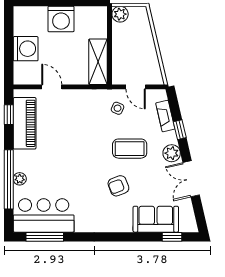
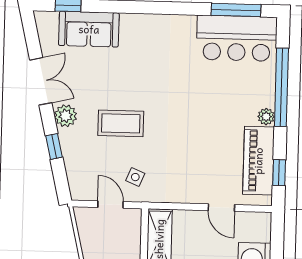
fireplace: (165, 116) -> (73, 165), removed
plant: (20, 179) -> (266, 117), moved
armchair: (118, 186) -> (137, 75), removed

